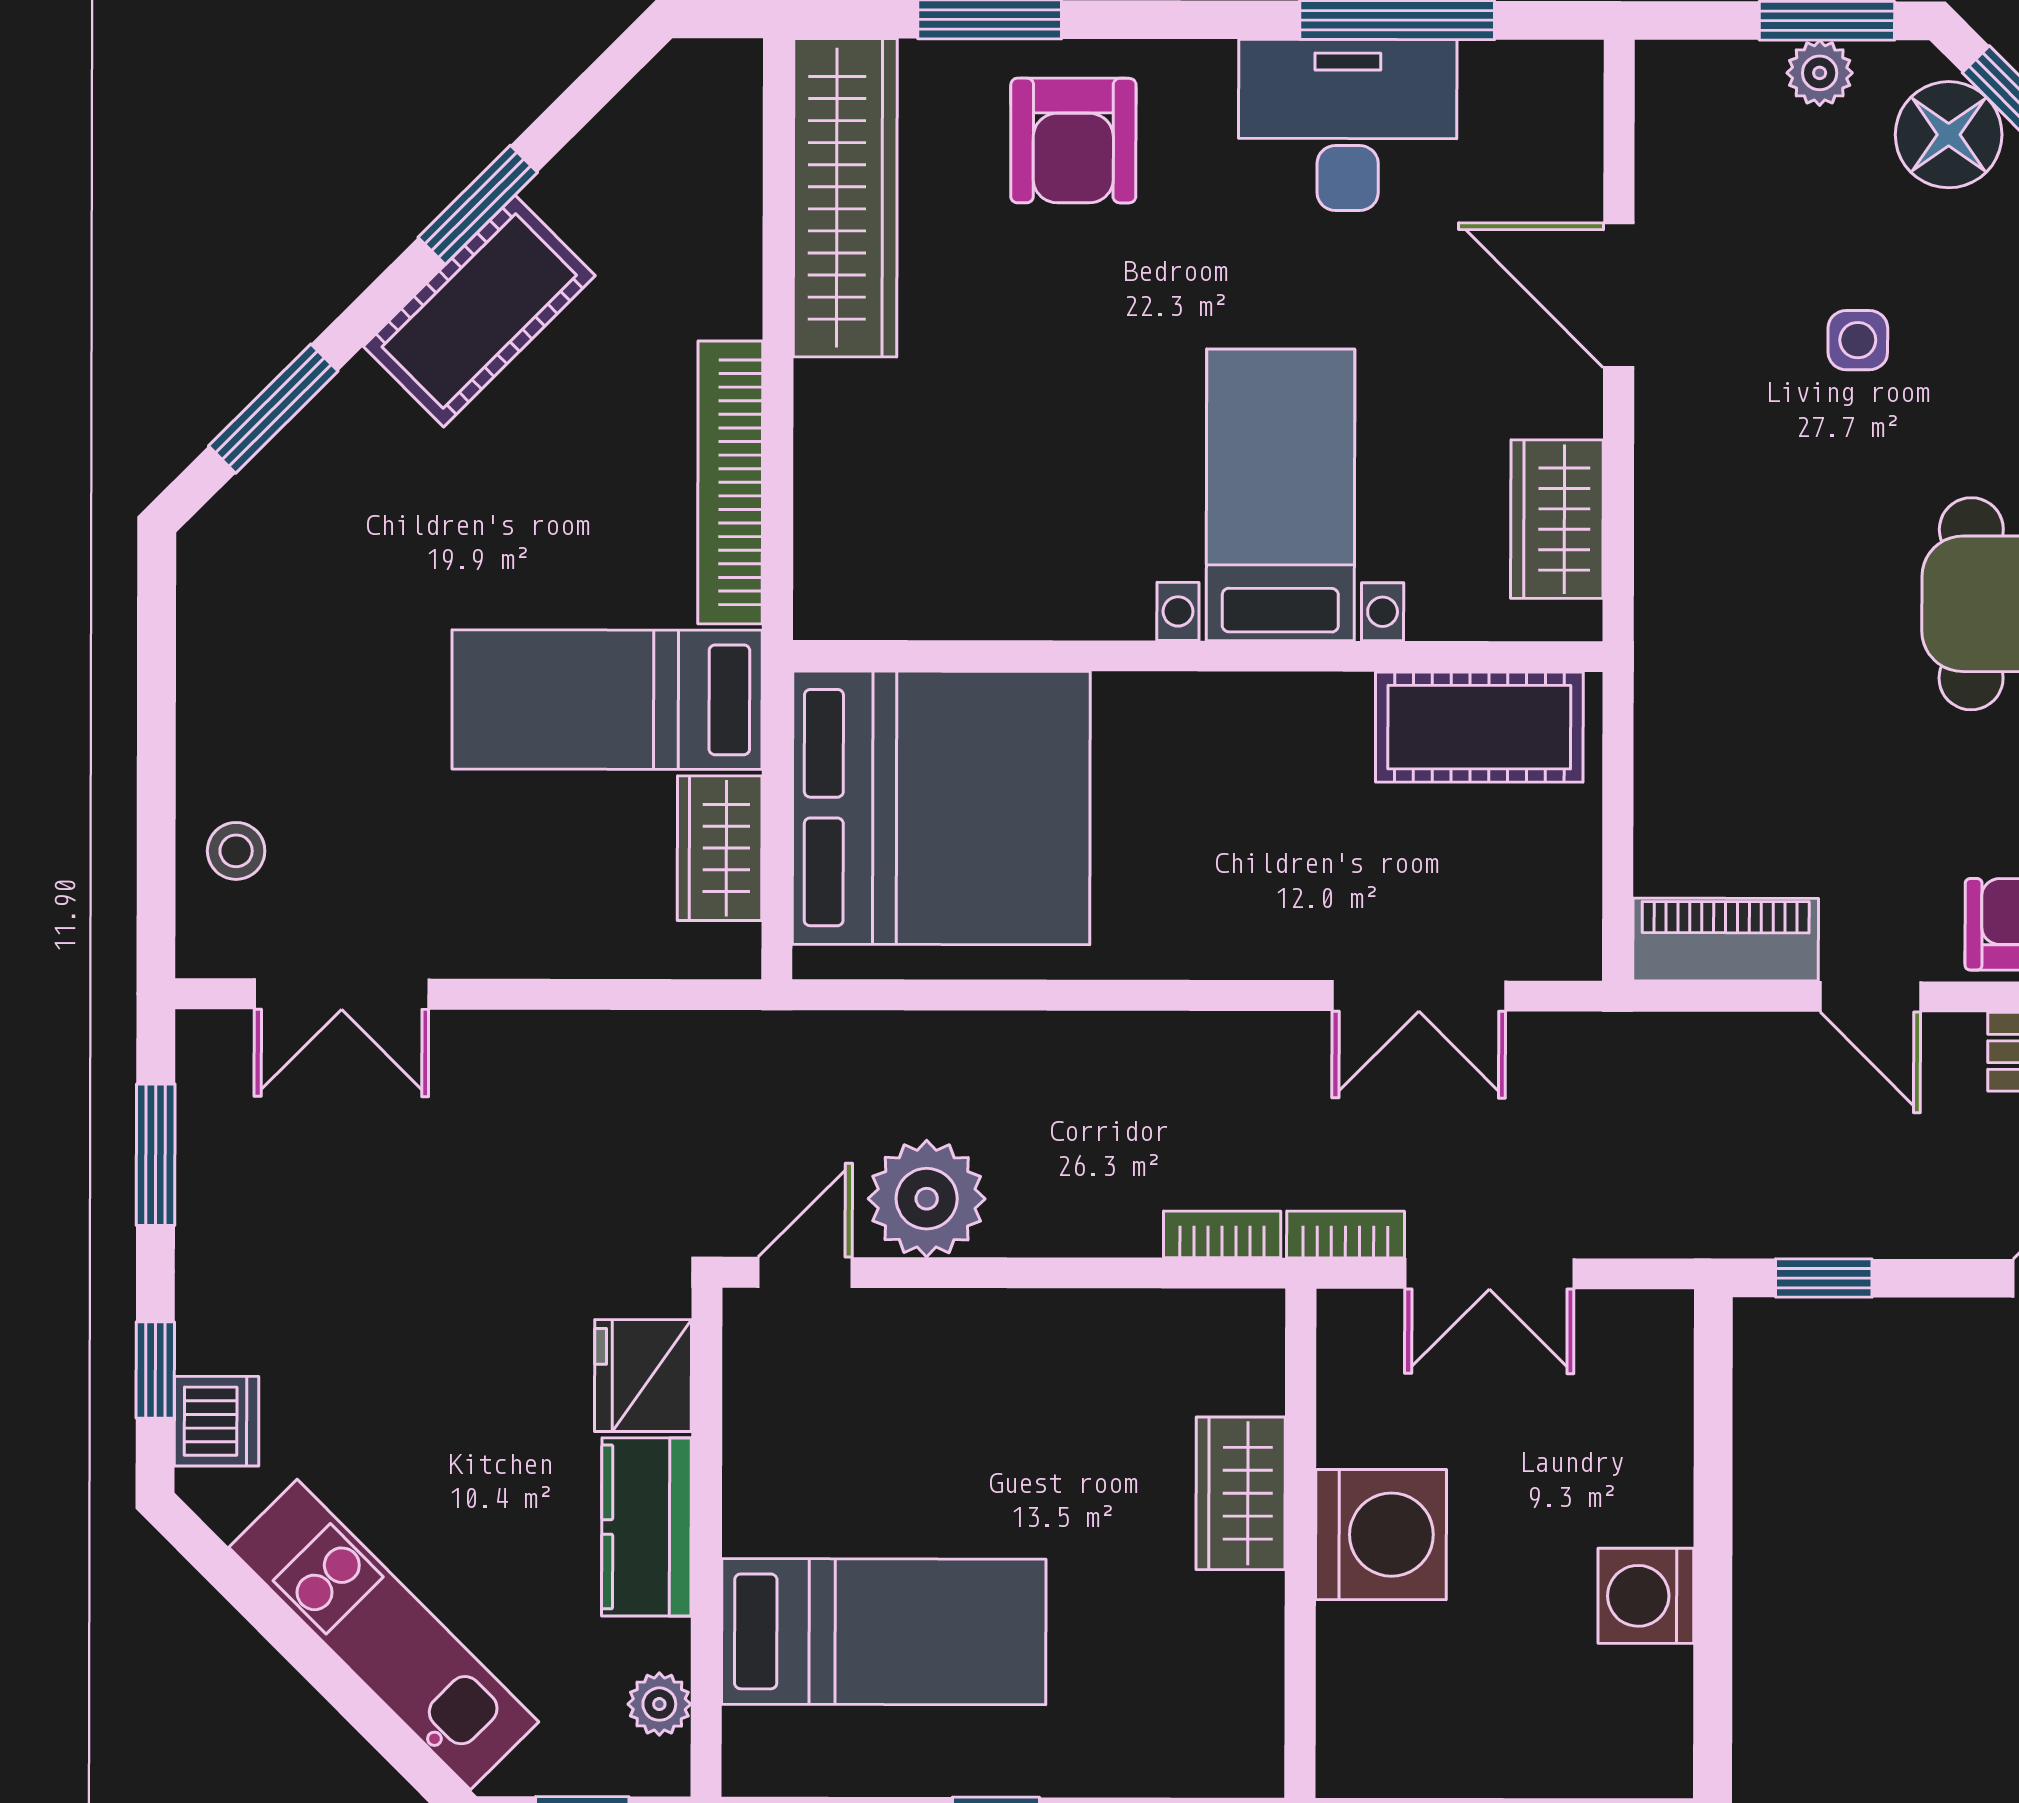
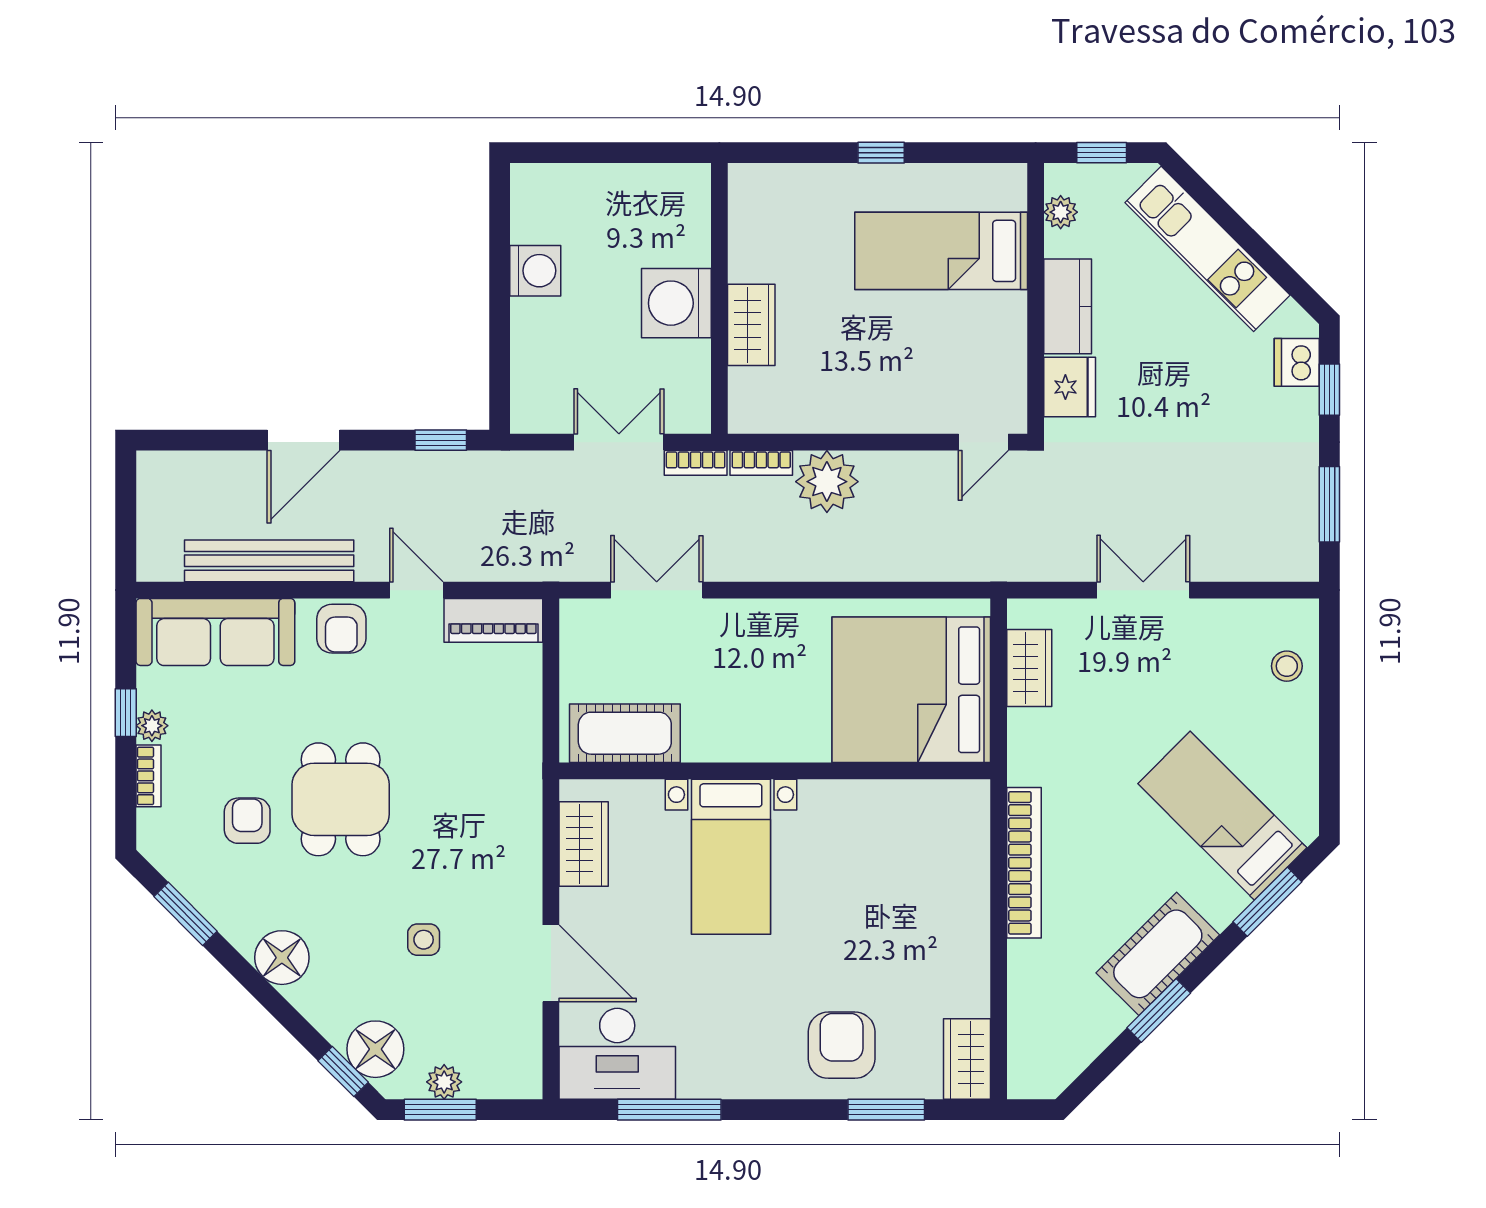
desk: (1348, 125) -> (617, 1054), moved
wardrobe: (845, 198) -> (967, 1059), width x0.48, depth x0.85
bed: (607, 700) -> (1222, 816), moved, turned -135
double door: (342, 994) -> (1143, 590), moved
plant: (927, 1199) -> (827, 482), moved

